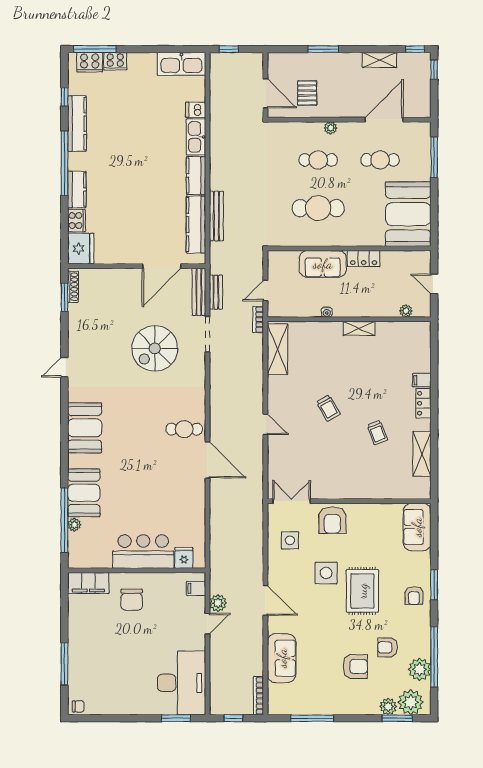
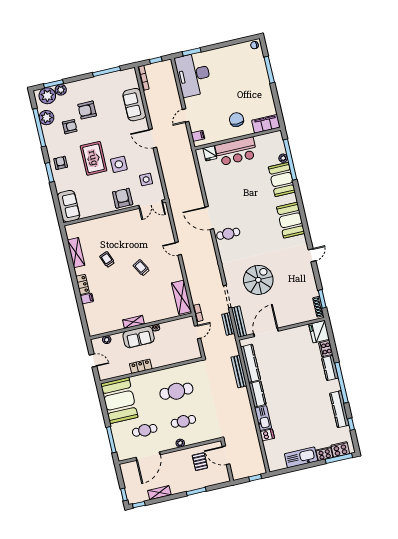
kitchen sink: (181, 64) -> (301, 457), moved
sofa: (323, 264) -> (139, 337), moved, turned 180
plant: (218, 603) -> (182, 130), removed

